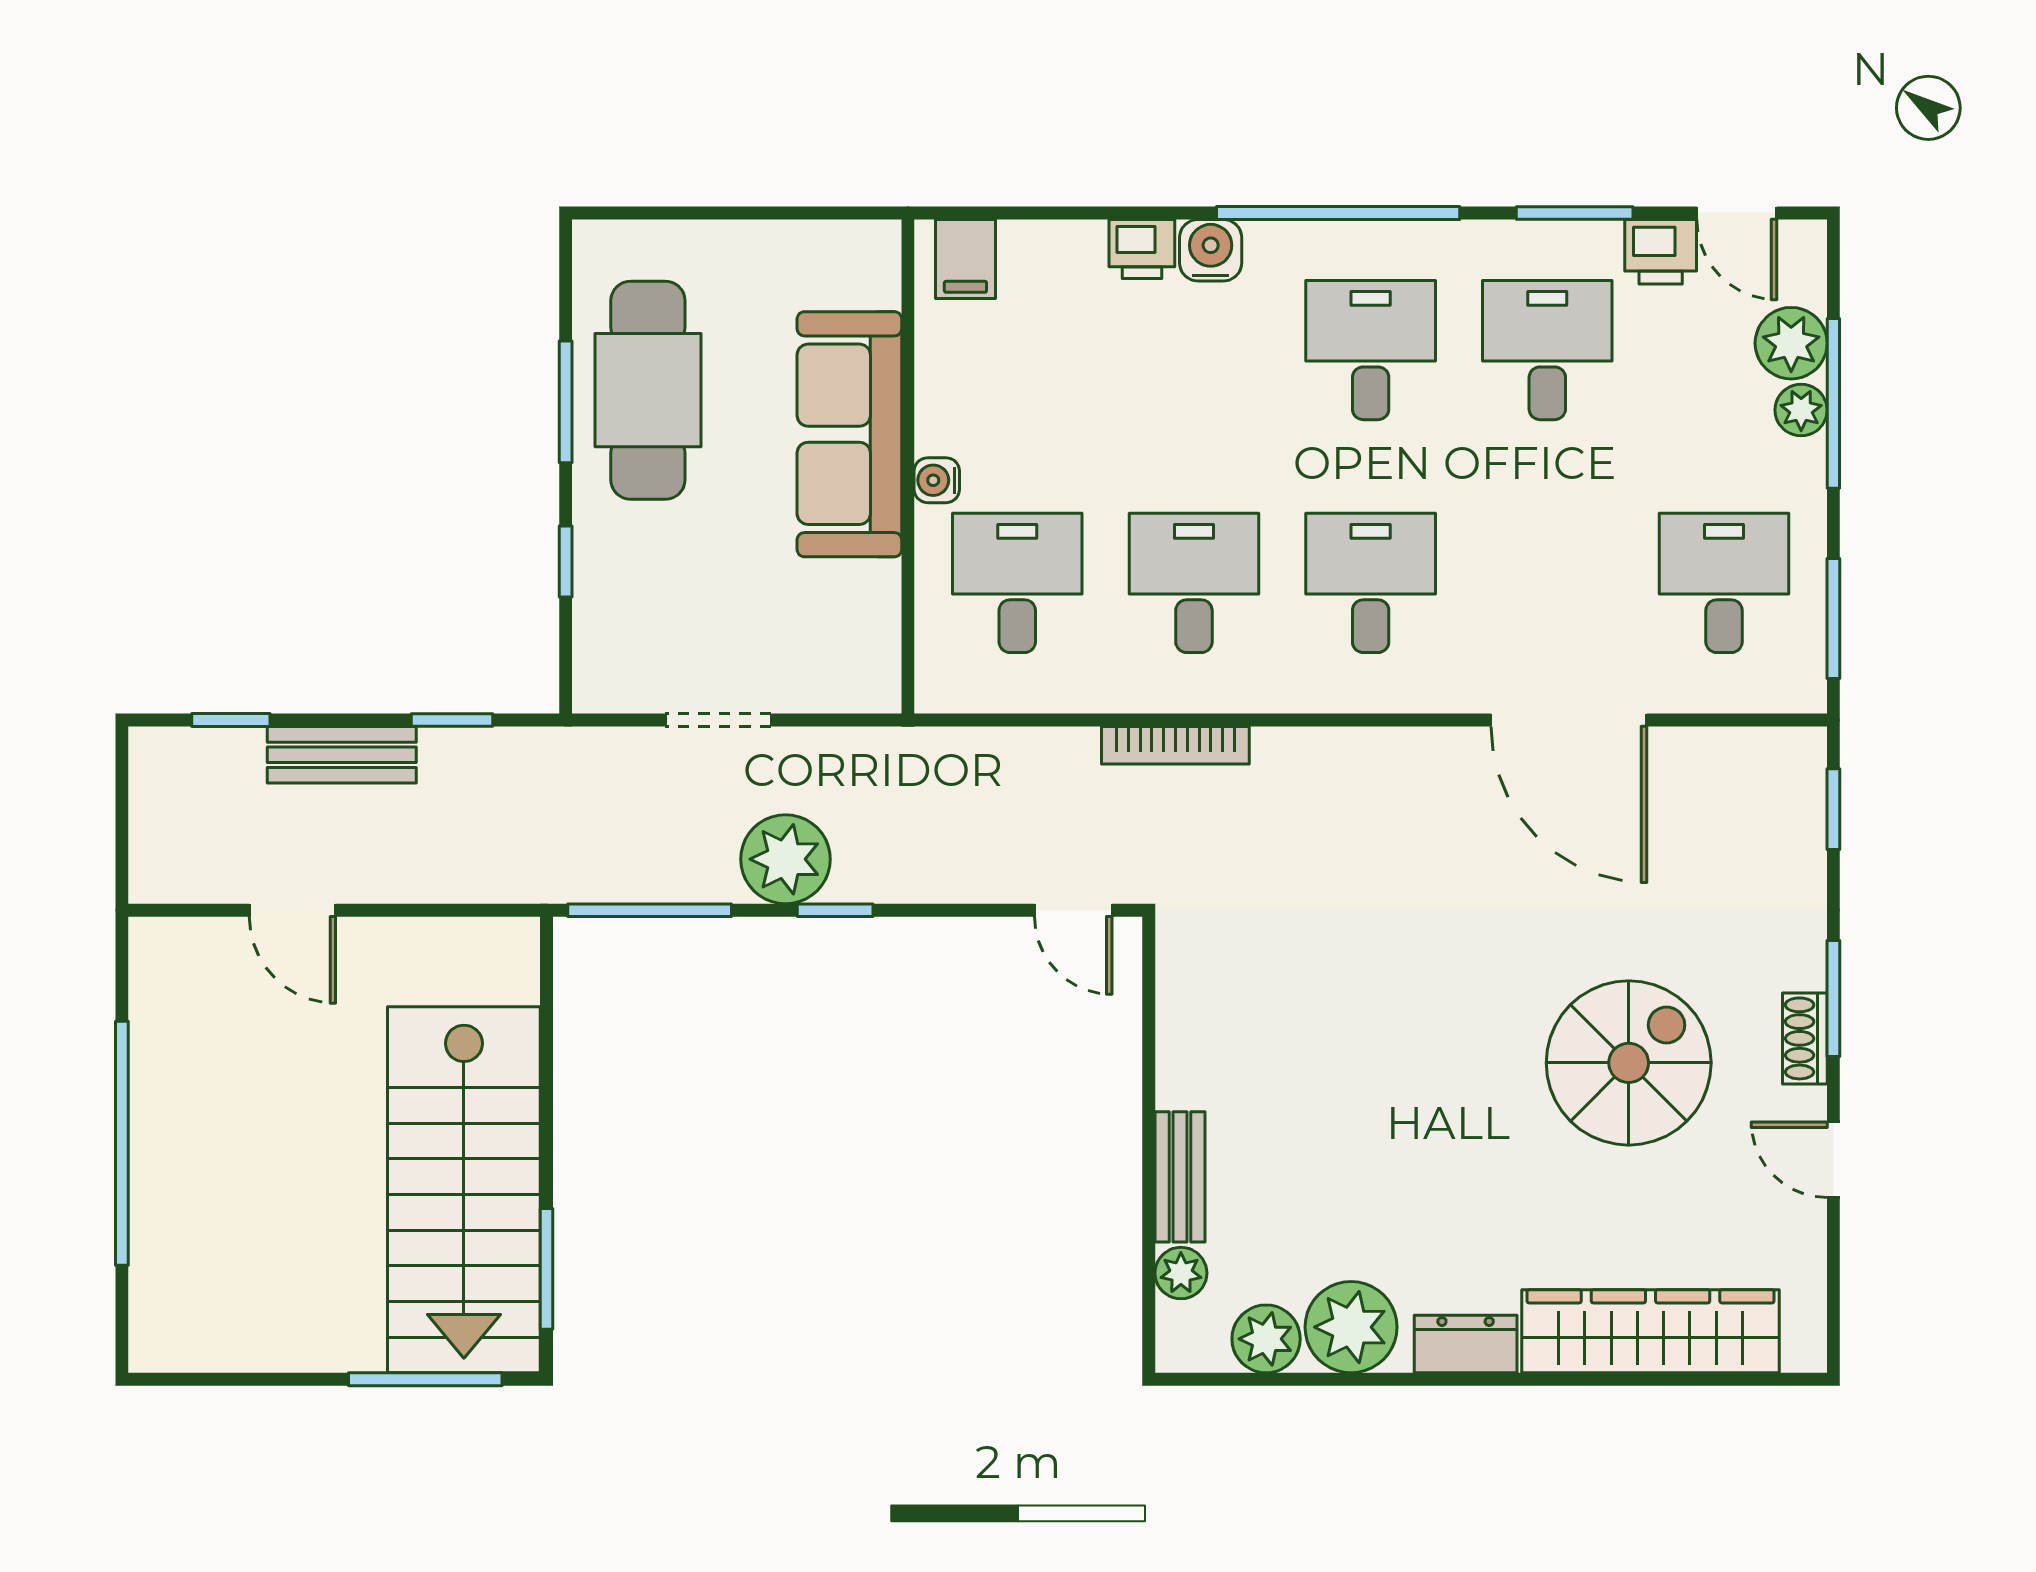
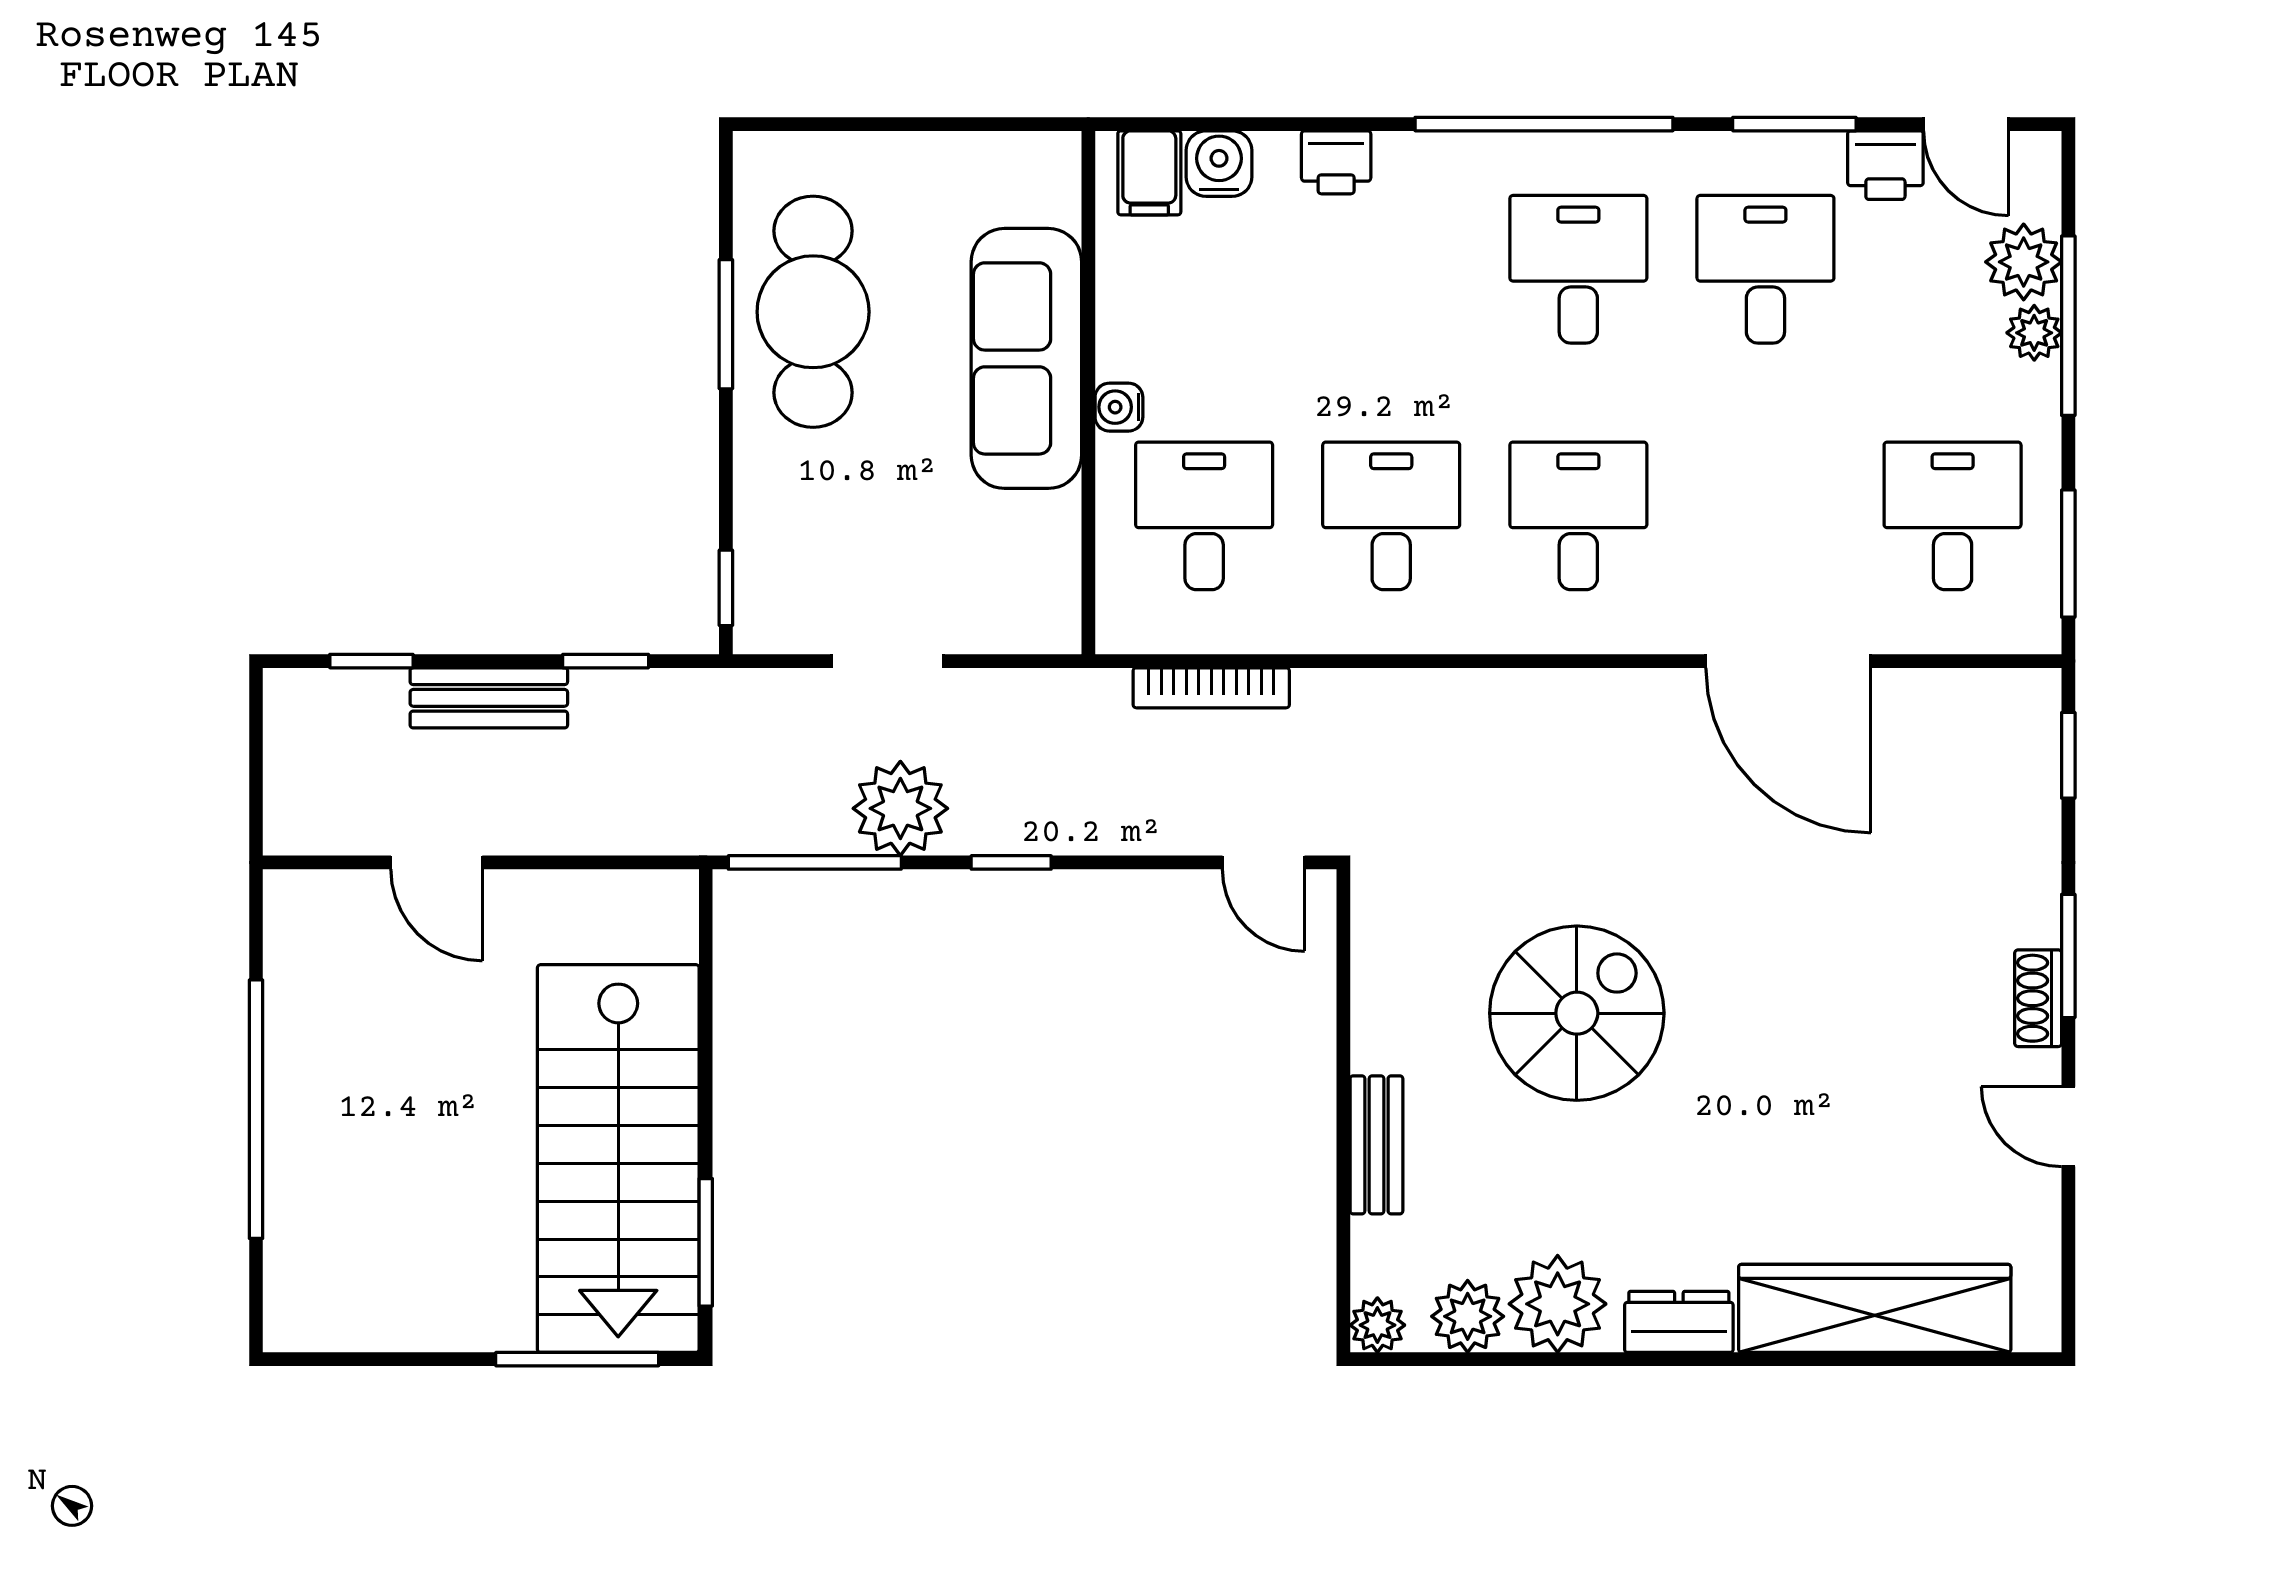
water cooler: (1211, 250) -> (1219, 164), moved
window: (566, 561) -> (726, 588), moved
bookcase: (1175, 745) -> (1211, 688), moved
plant: (785, 859) -> (900, 808), moved
spiral stairs: (1629, 1063) -> (1577, 1013), moved
plant: (1181, 1273) -> (1377, 1325), moved

